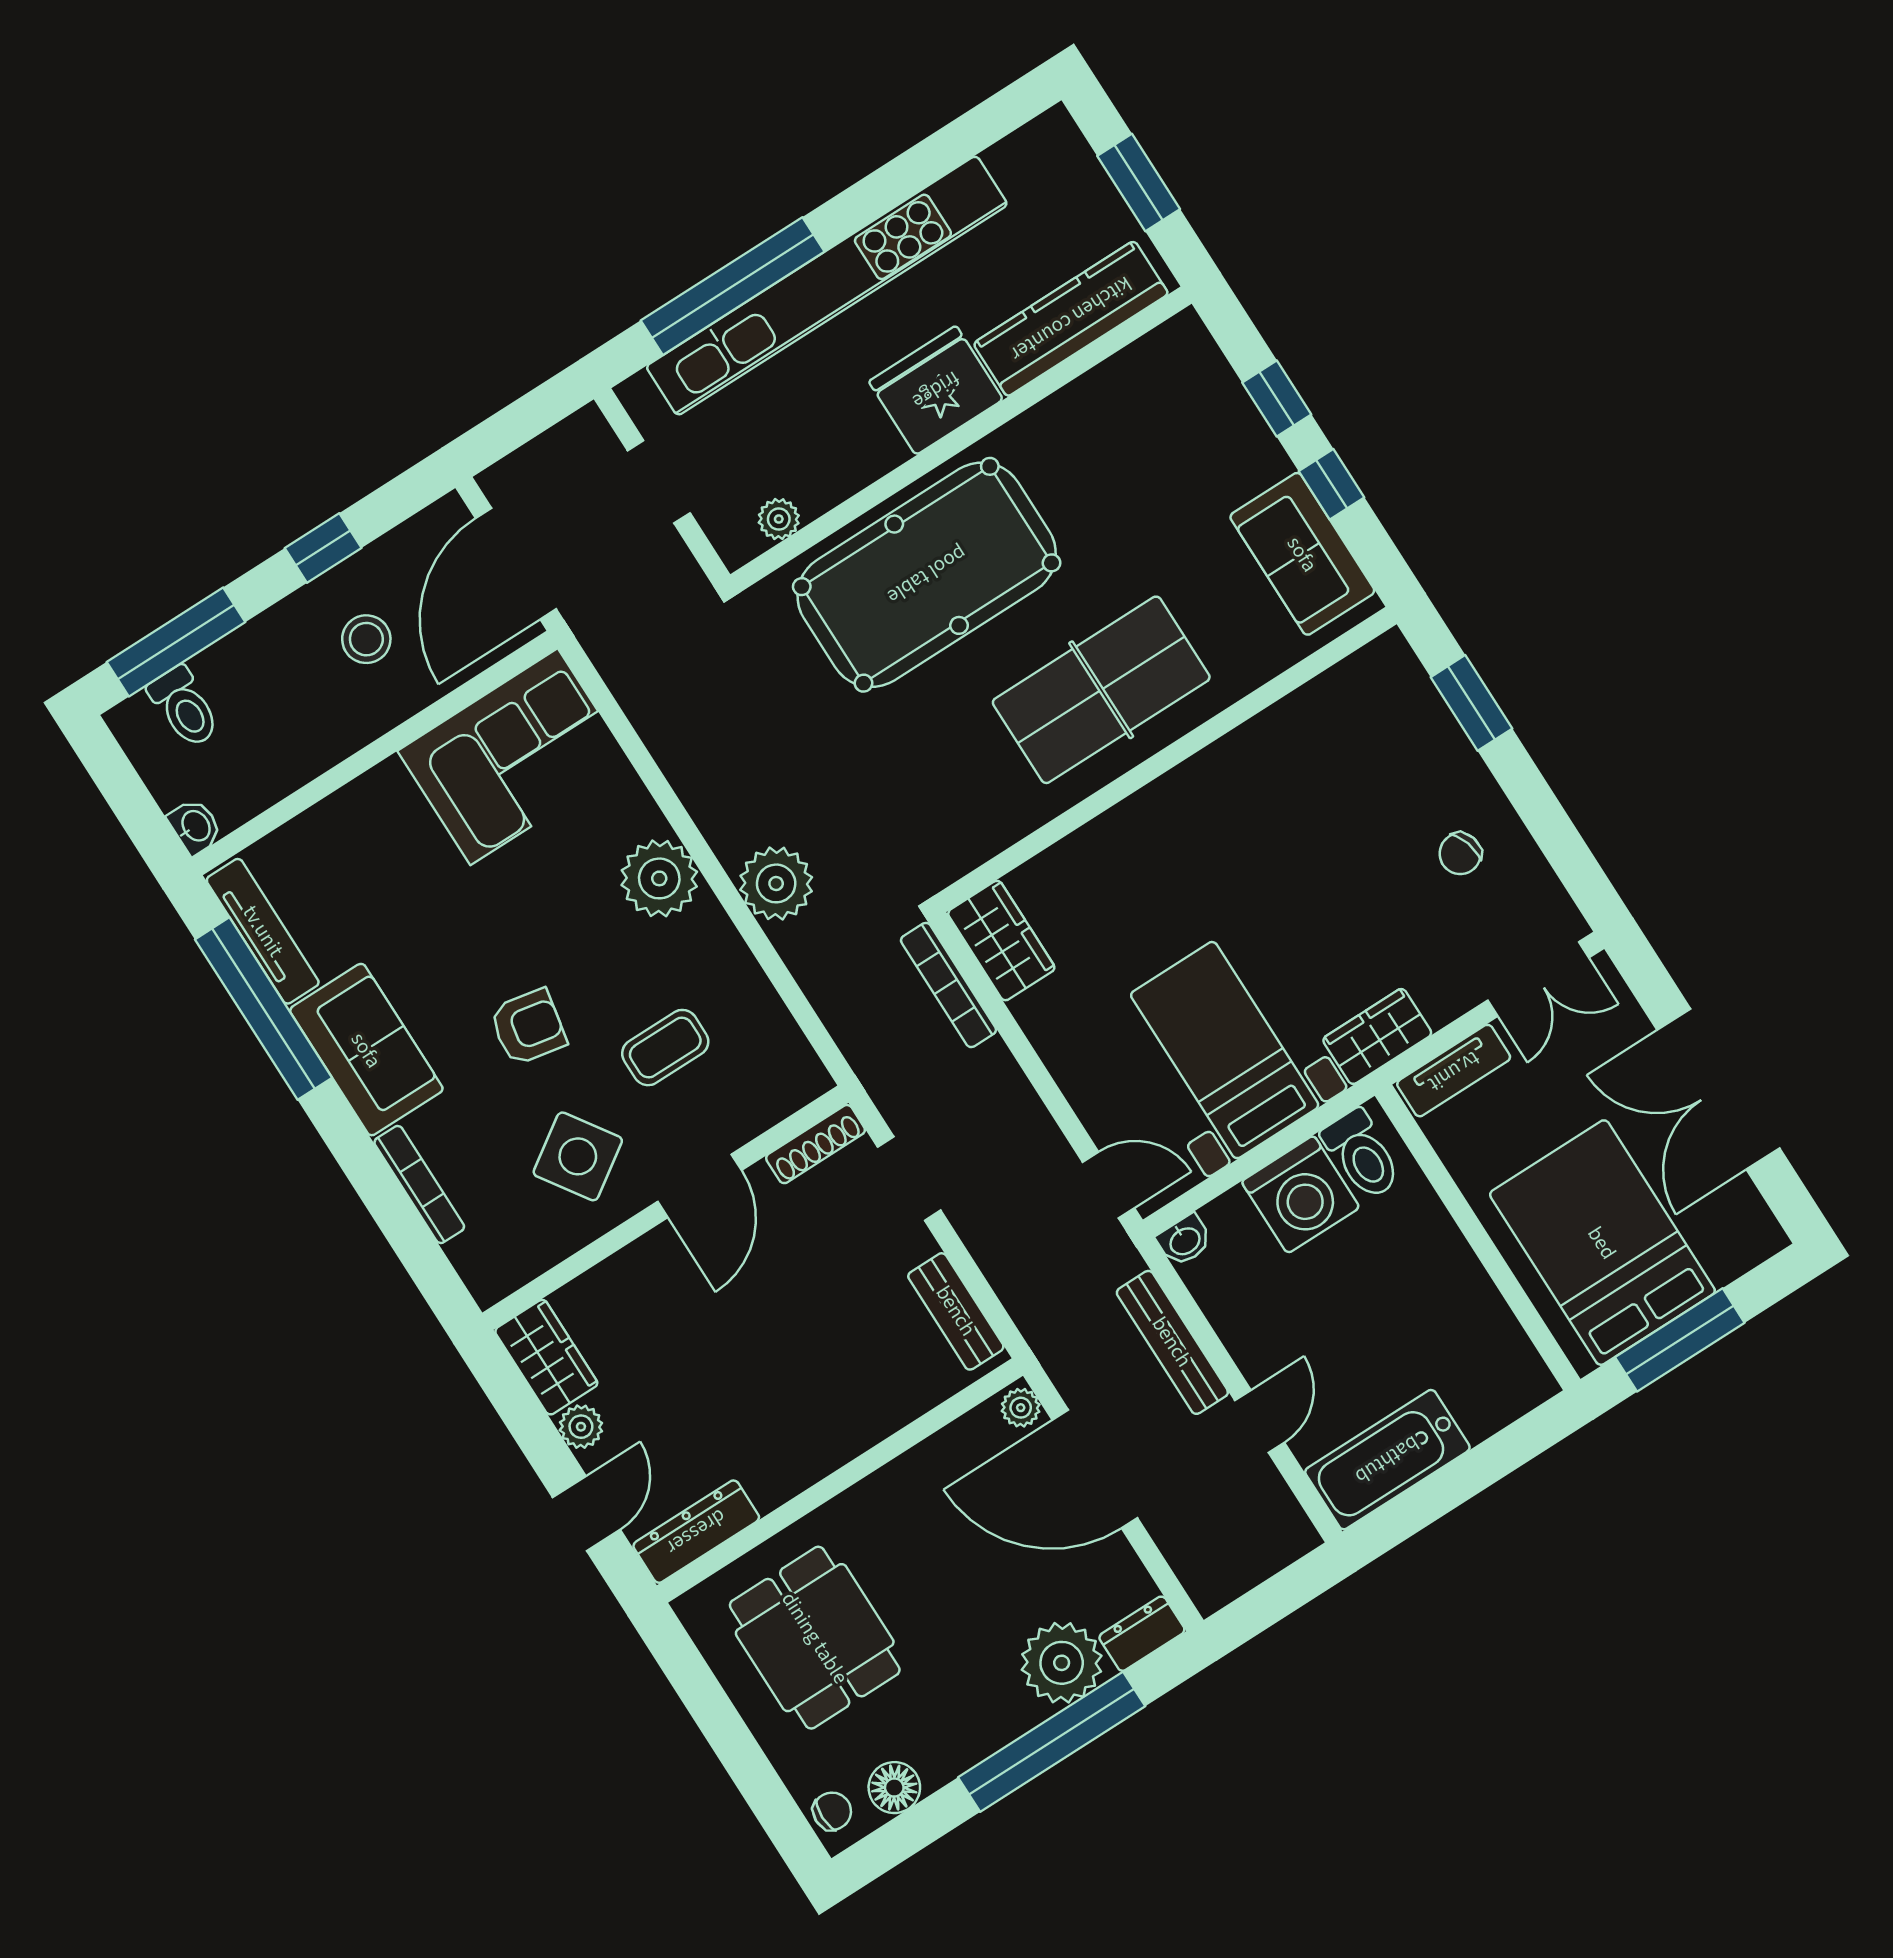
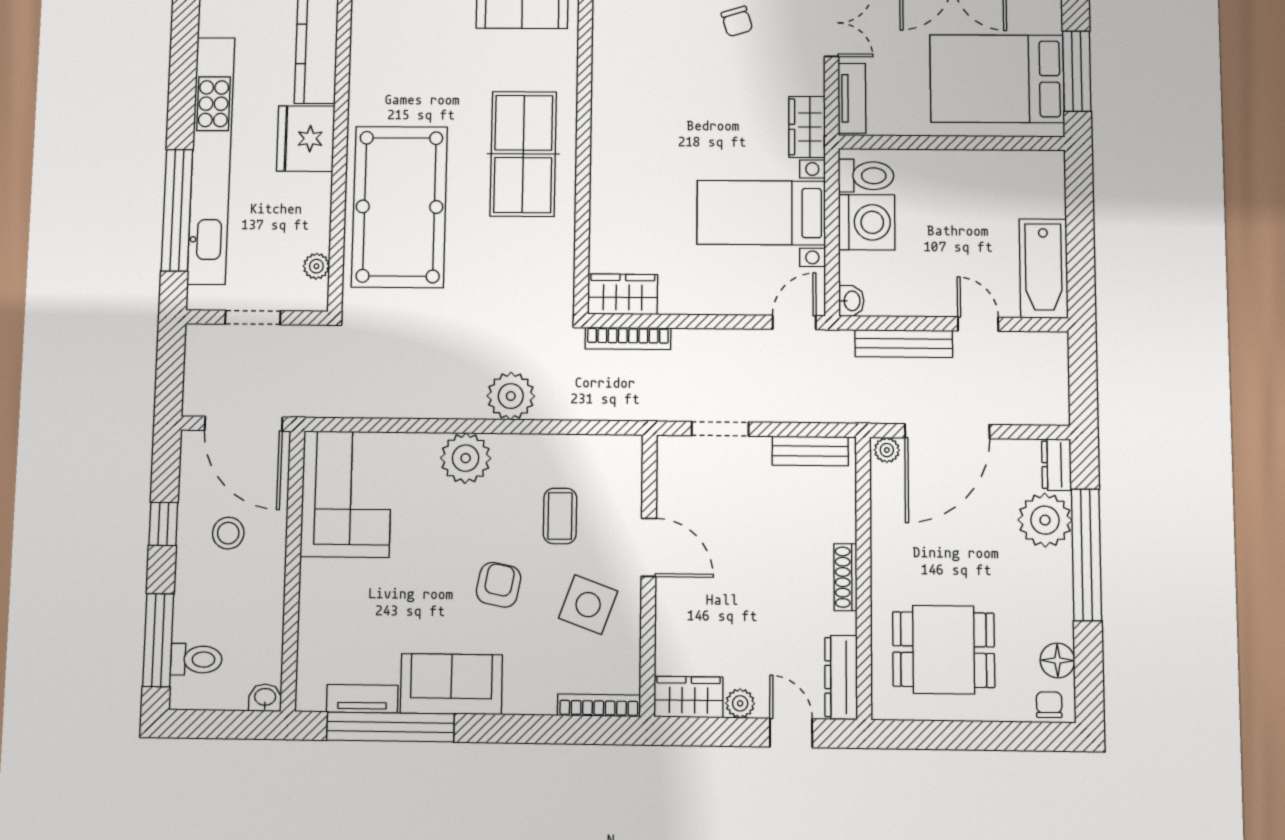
tv unit: (263, 931) -> (362, 699), width x0.71
shoe rack: (816, 1144) -> (845, 577), moved, turned 180
side table: (578, 1156) -> (588, 605), turned -36
bookcase: (419, 1185) -> (599, 705), moved

